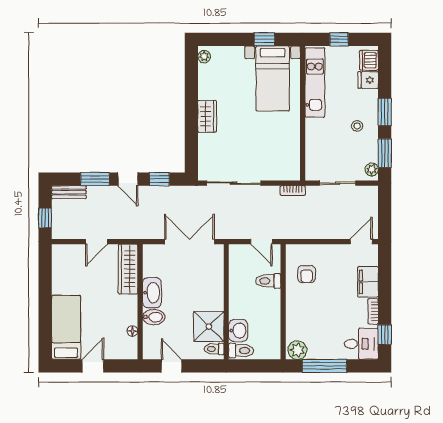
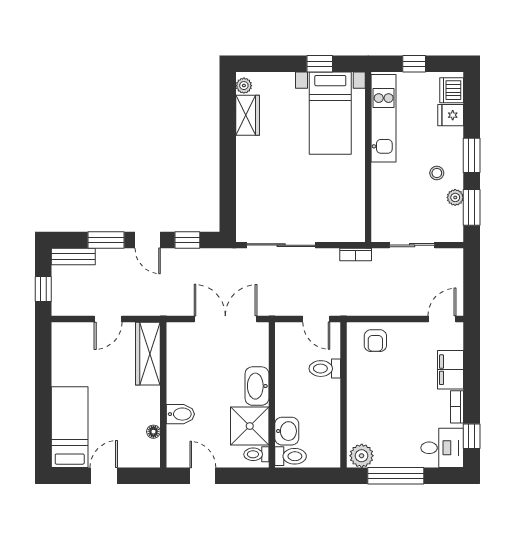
wardrobe: (207, 116) -> (248, 115), moved
plant: (372, 169) -> (455, 197), moved
armchair: (307, 274) -> (375, 341), moved
washbasin: (152, 293) -> (257, 386), moved, turned 180

